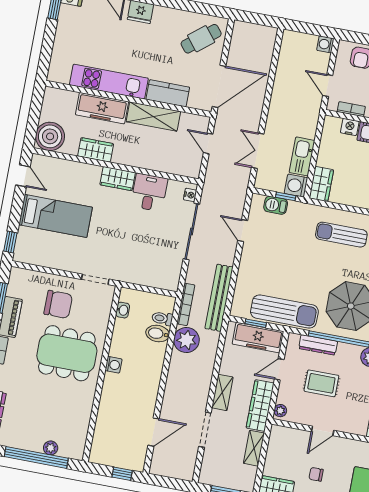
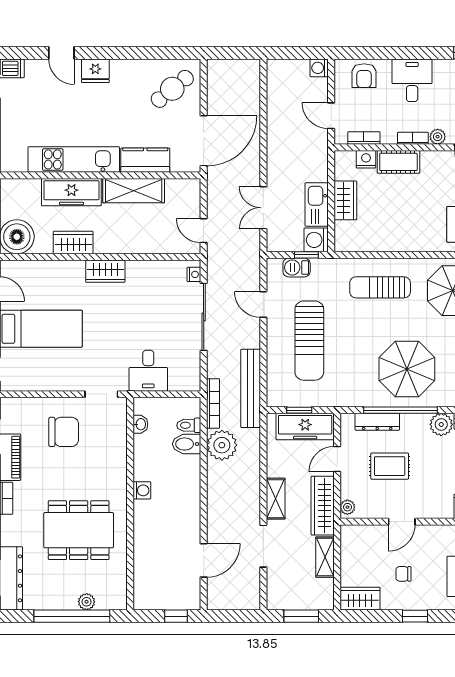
door: (208, 143) -> (204, 231), moved
wardrobe: (321, 184) -> (345, 200), moved
desk: (149, 192) -> (148, 371), moved, turned 180
sun lounger: (284, 312) -> (309, 341), moved, turned 90
dining table: (67, 353) -> (79, 530), moved

